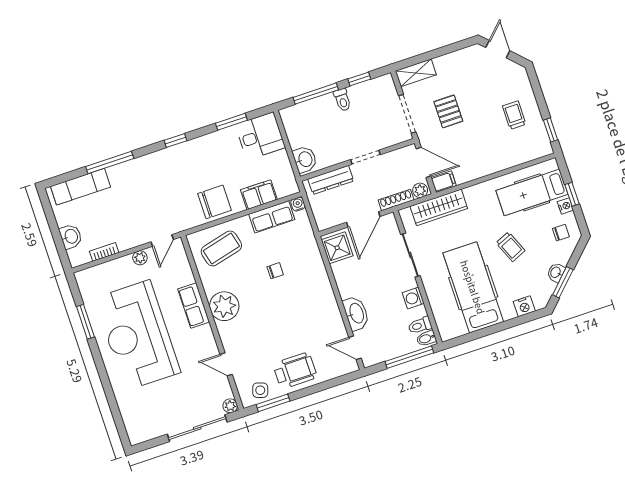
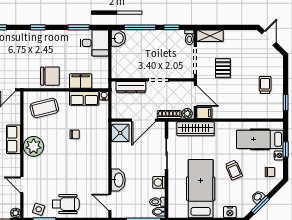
toilet: (342, 100) -> (189, 37), moved
washbasin: (305, 159) -> (118, 38), moved

